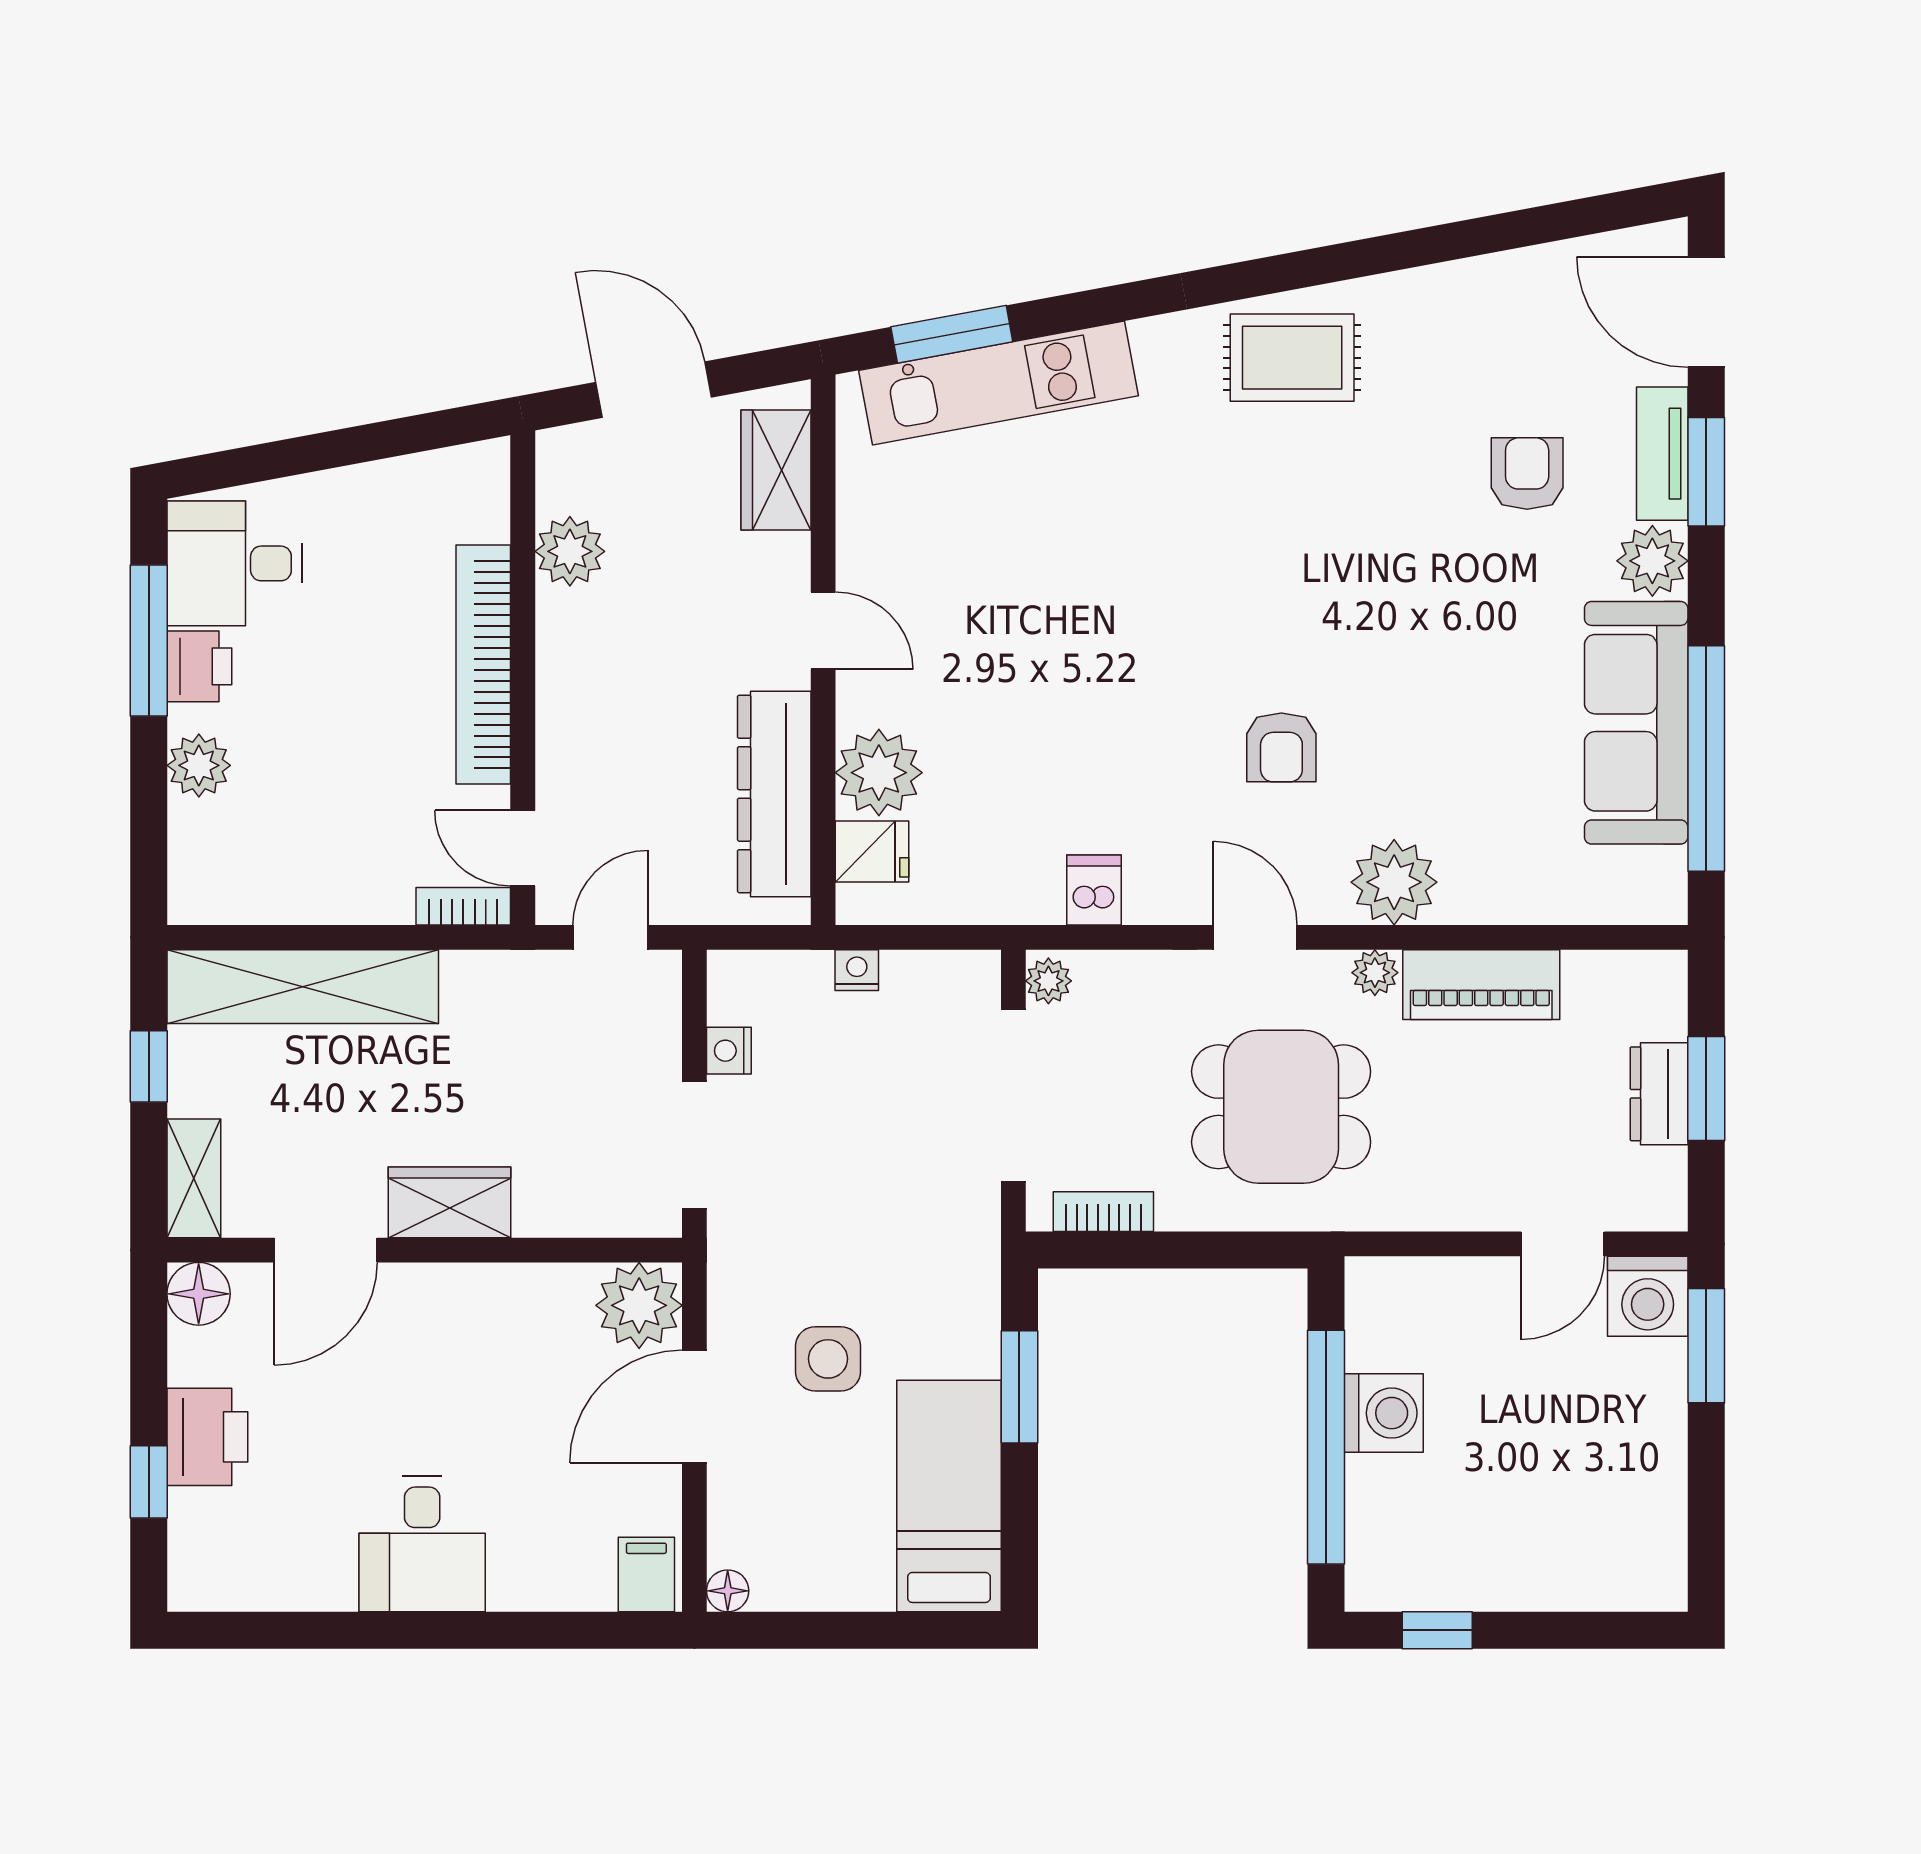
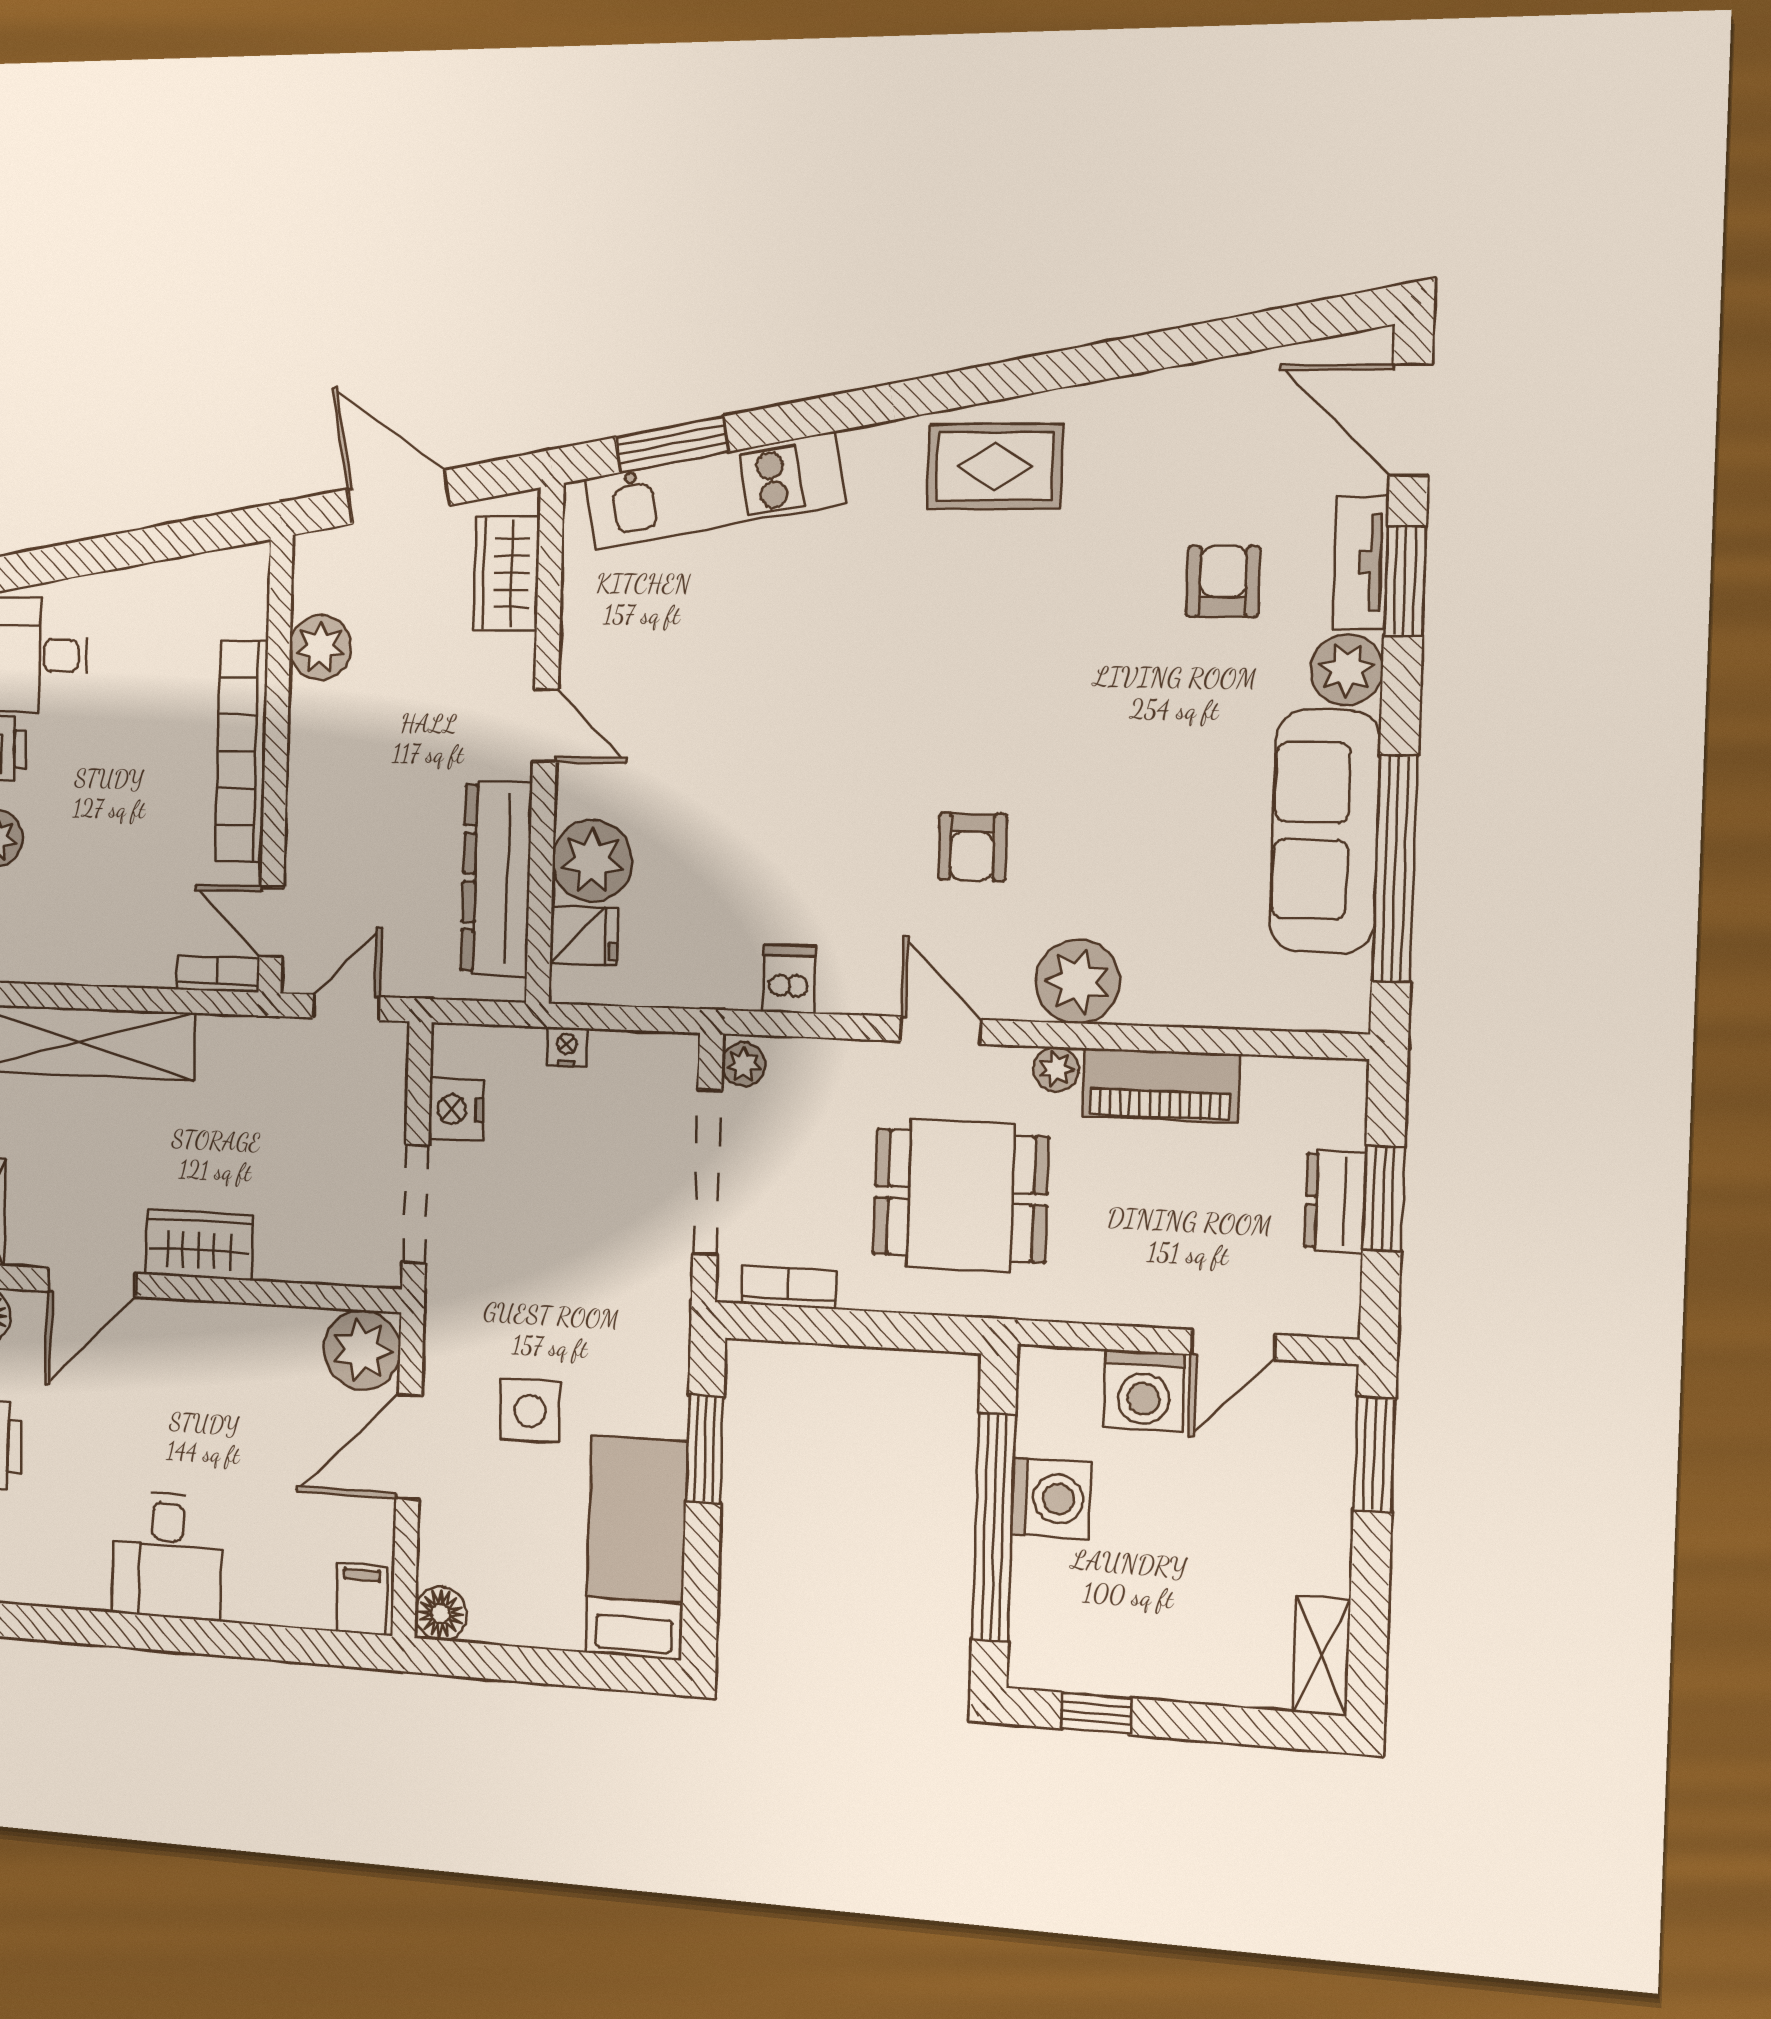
nightstand: (729, 1051) -> (456, 1109), width x1.39, depth x1.35
washing machine: (1648, 1296) -> (1144, 1391), moved
shelving: (1661, 1552) -> (1322, 1656), added
floor lamp: (728, 1591) -> (441, 1613), width x1.37, depth x1.37

